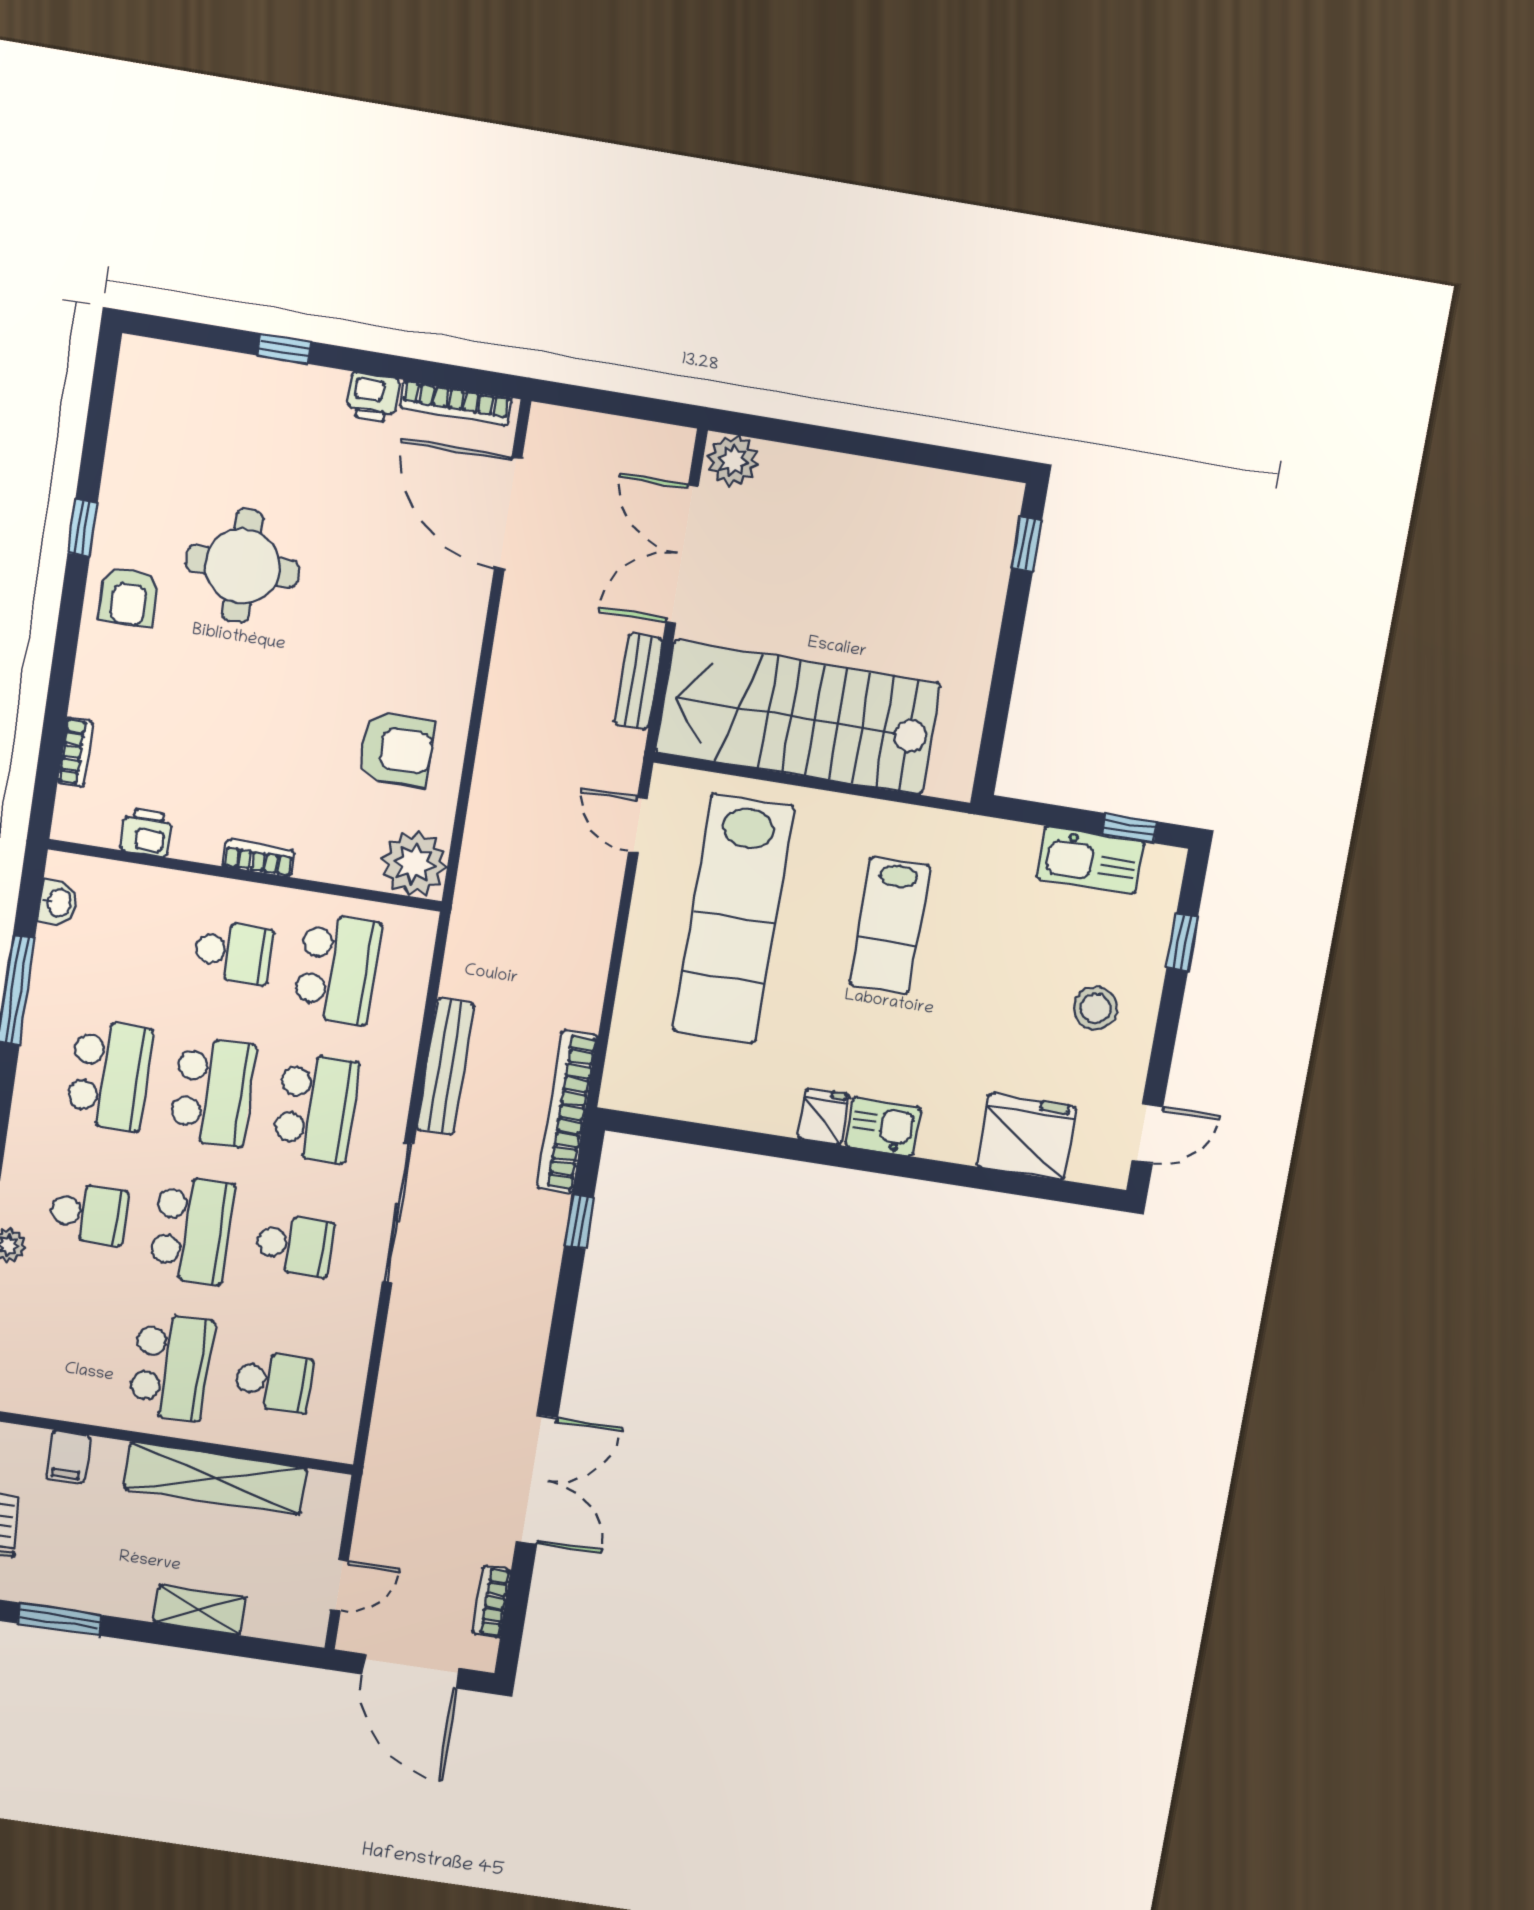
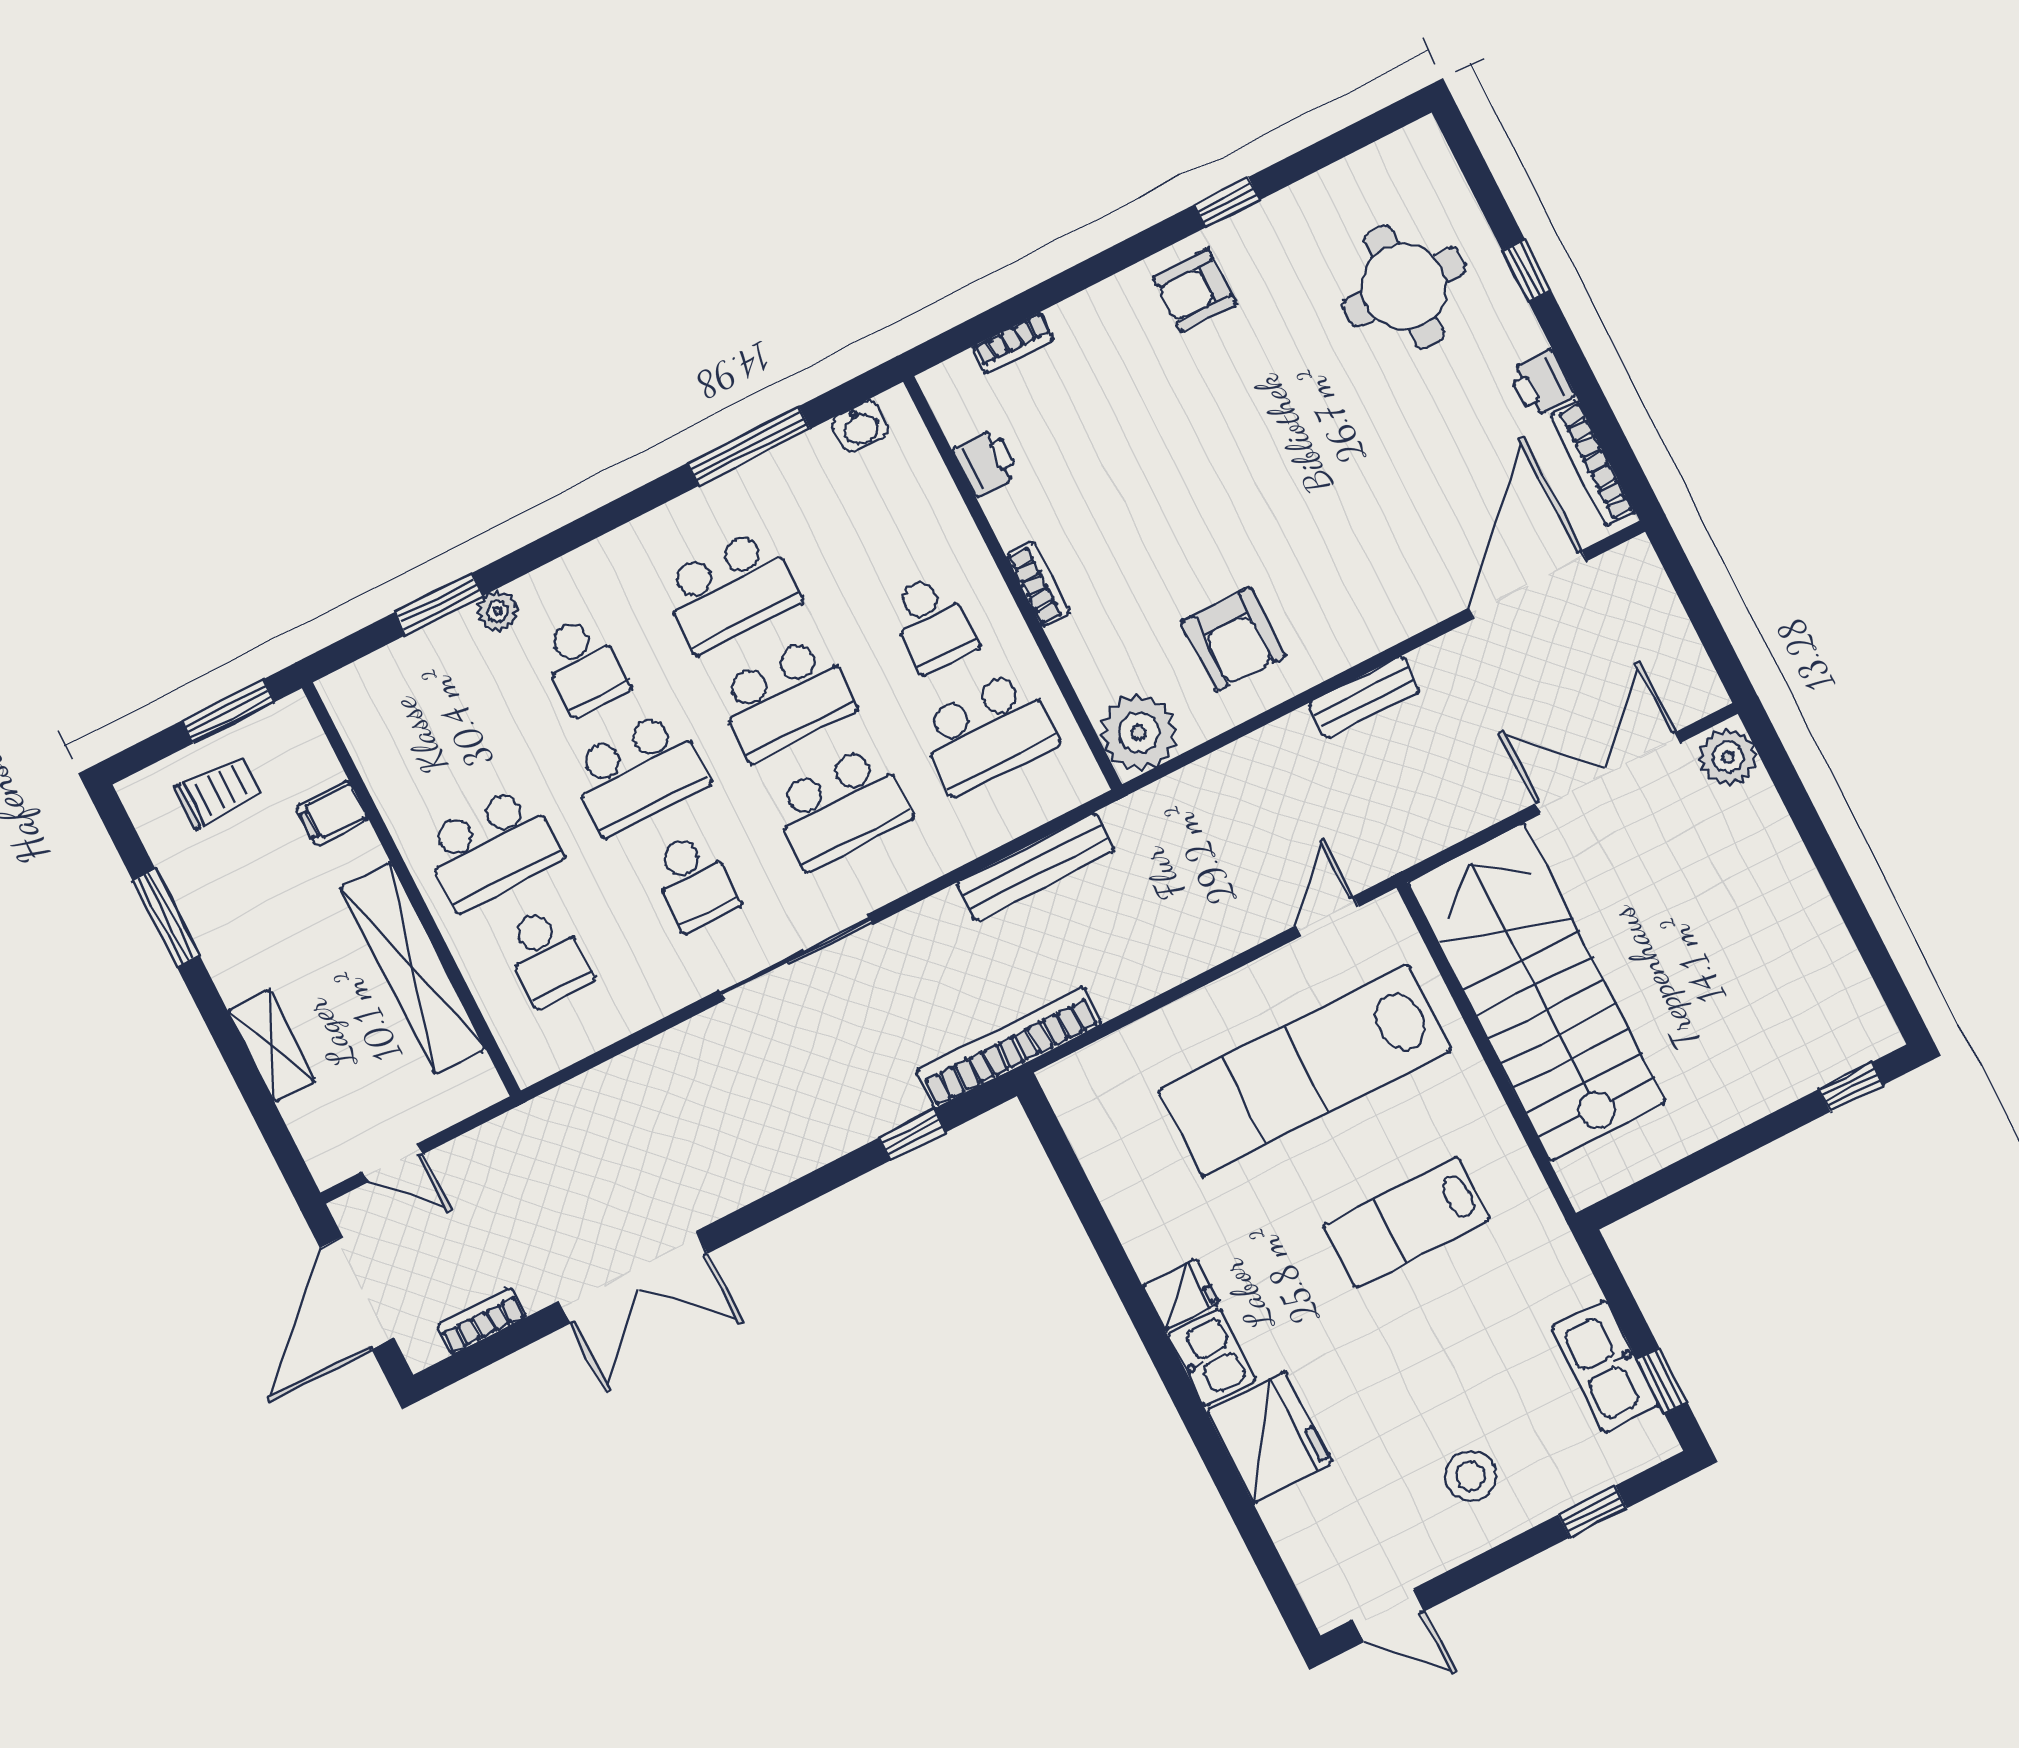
round table: (242, 566) -> (1404, 287), moved
bench: (638, 681) -> (1364, 697), moved
bench: (445, 1067) -> (1035, 867), moved
fridge: (1026, 1136) -> (1269, 1437), moved

